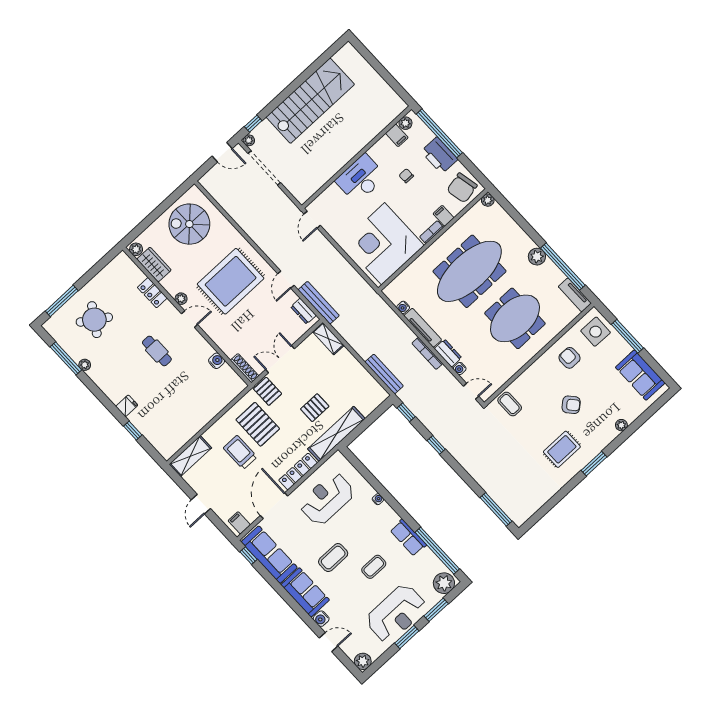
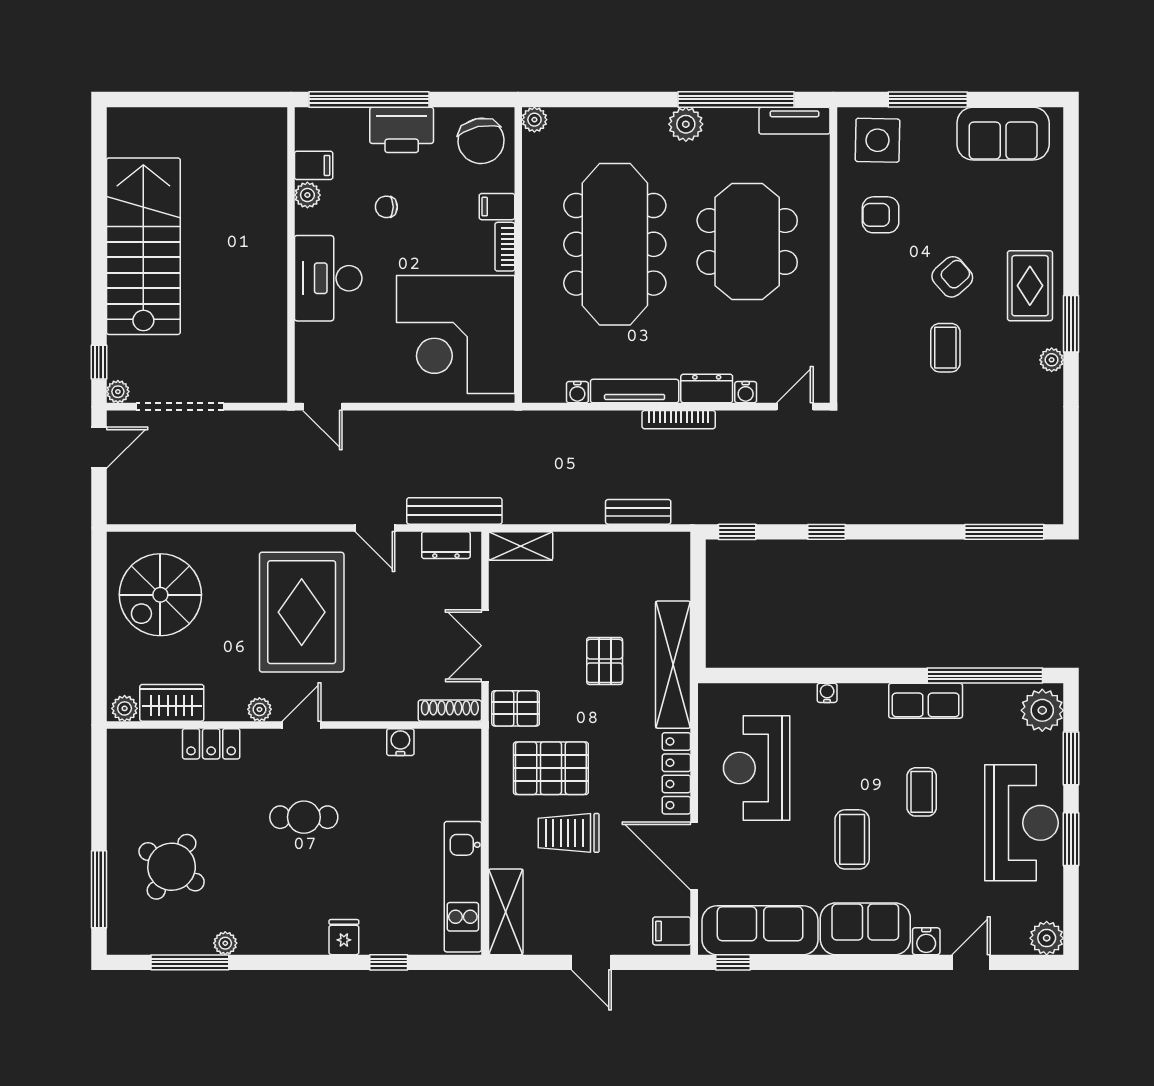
plant: (405, 123) -> (307, 195), moved
bench: (384, 374) -> (638, 512), width x0.73
coffee table: (510, 404) -> (945, 348), moved, turned 90
plant: (621, 425) -> (1052, 360), moved
kitchen unit: (185, 432) -> (463, 887), added
rug: (562, 449) -> (1030, 286), moved

